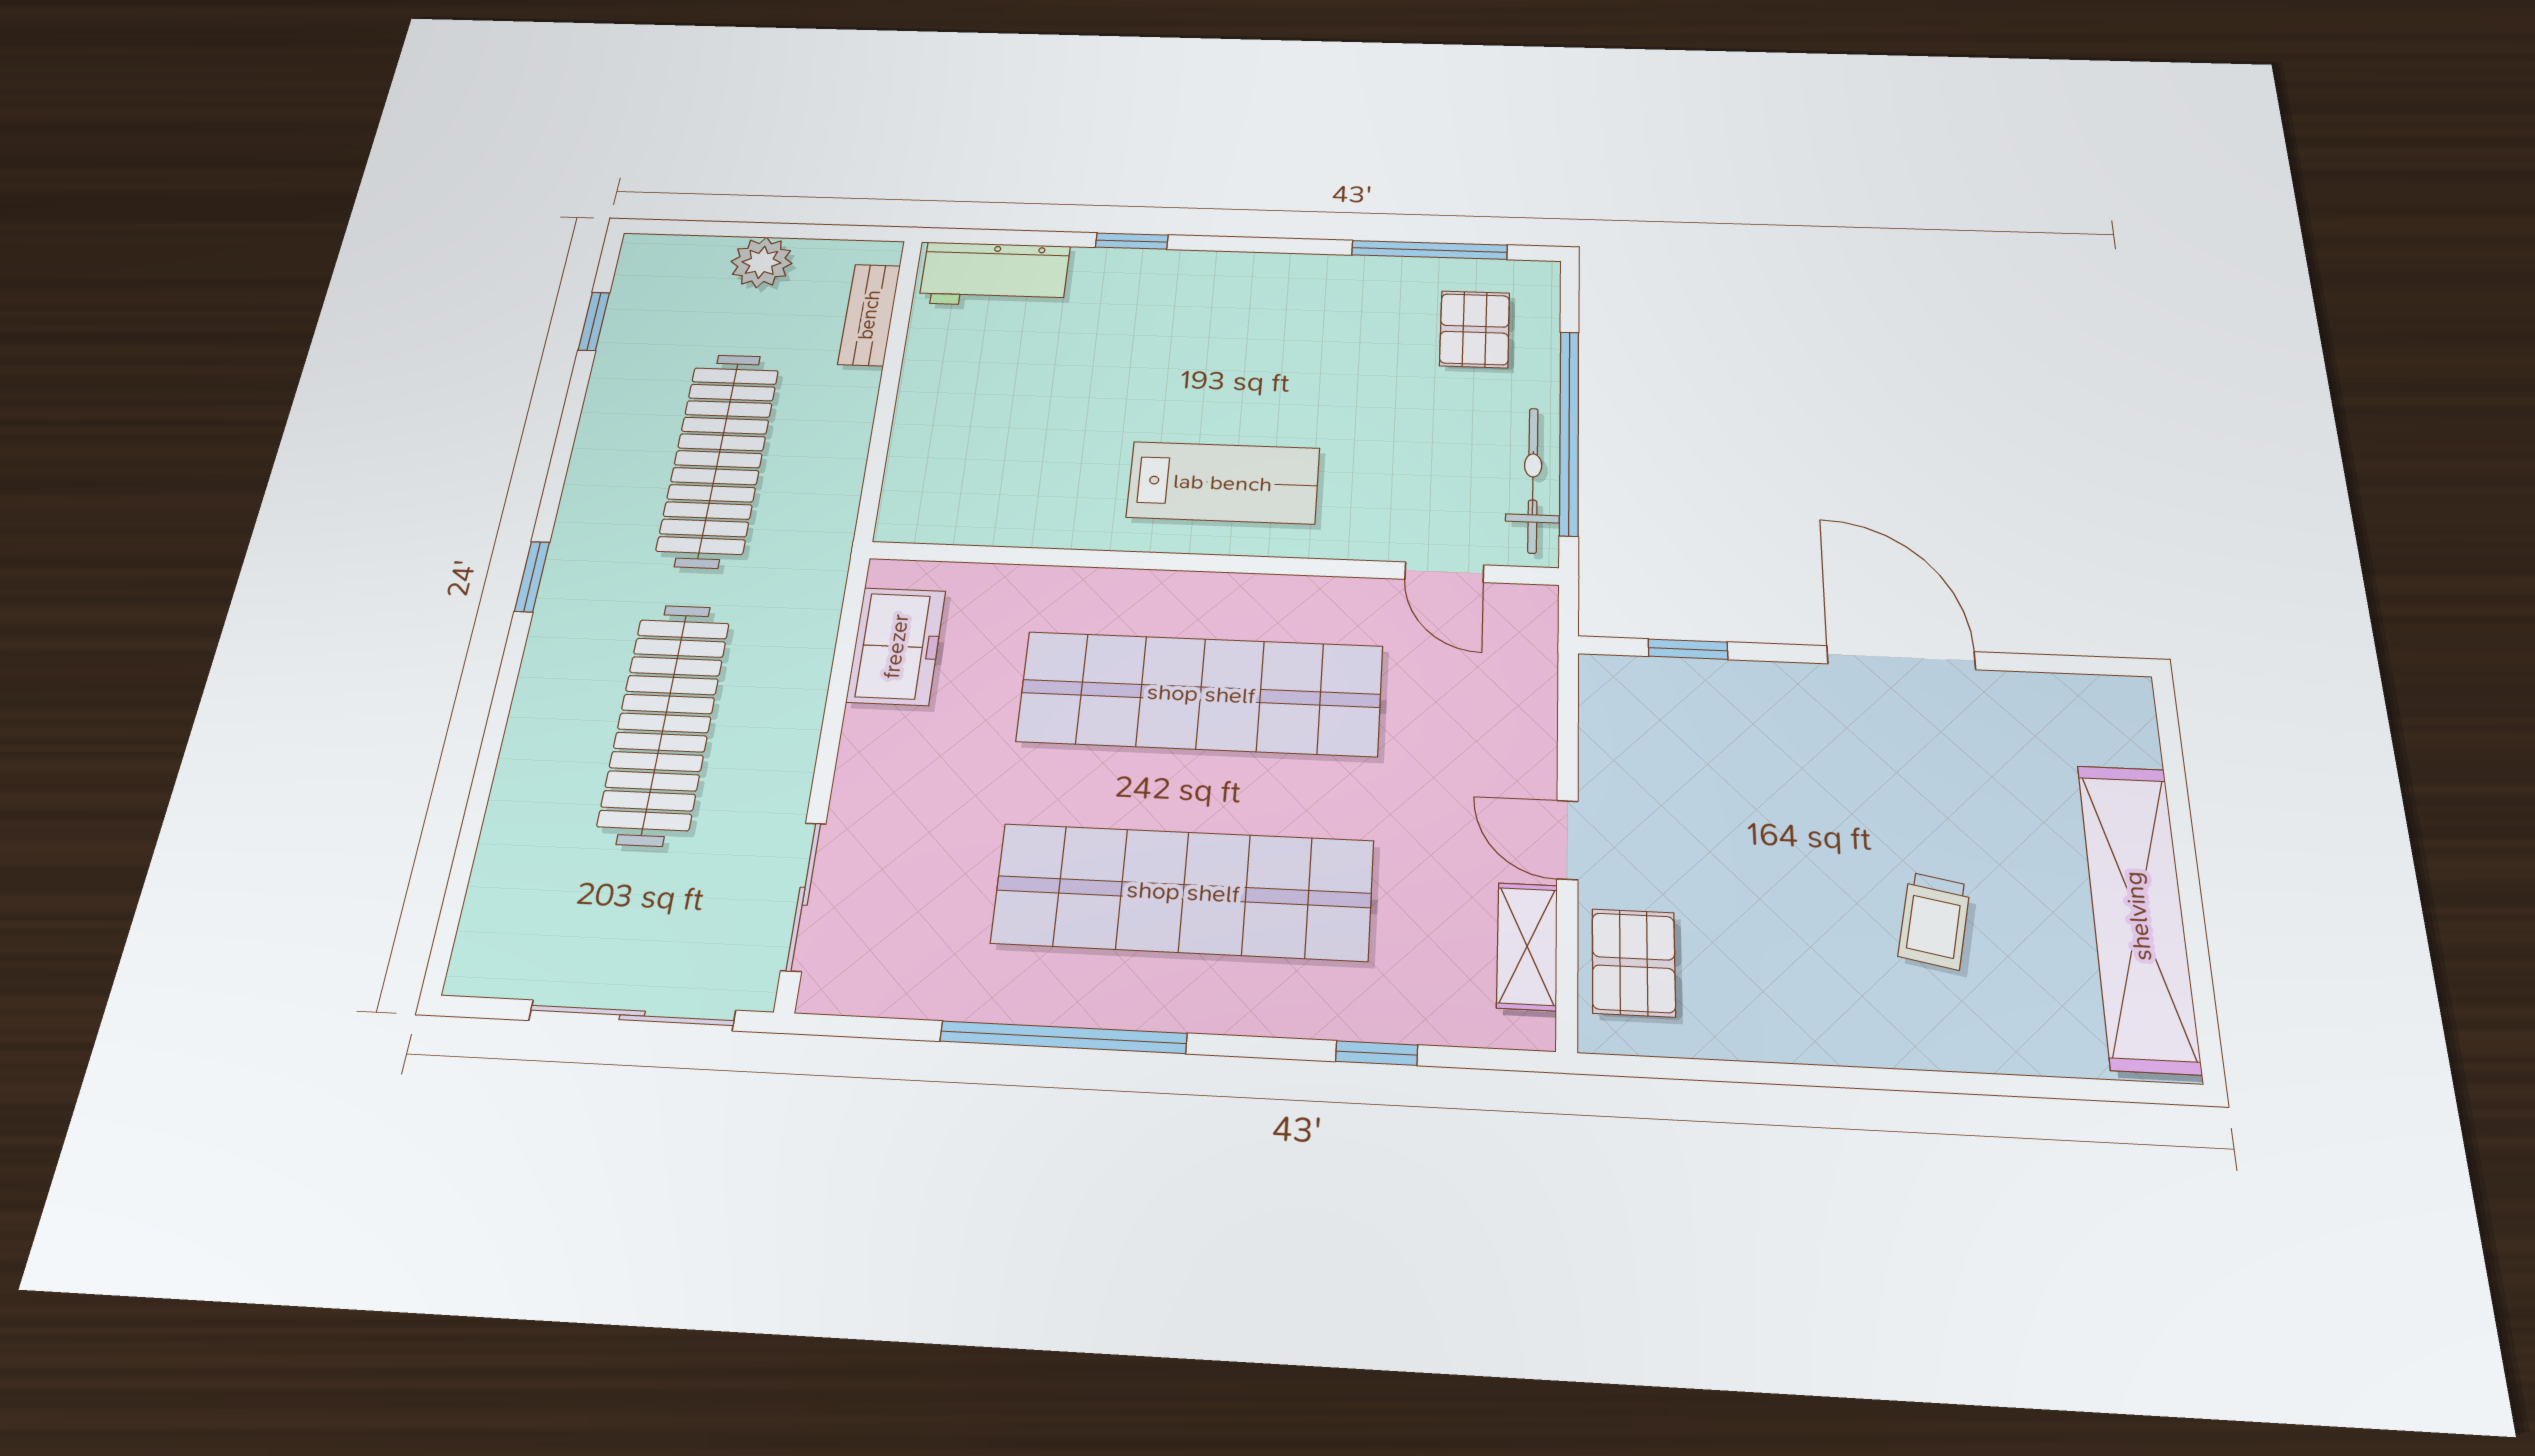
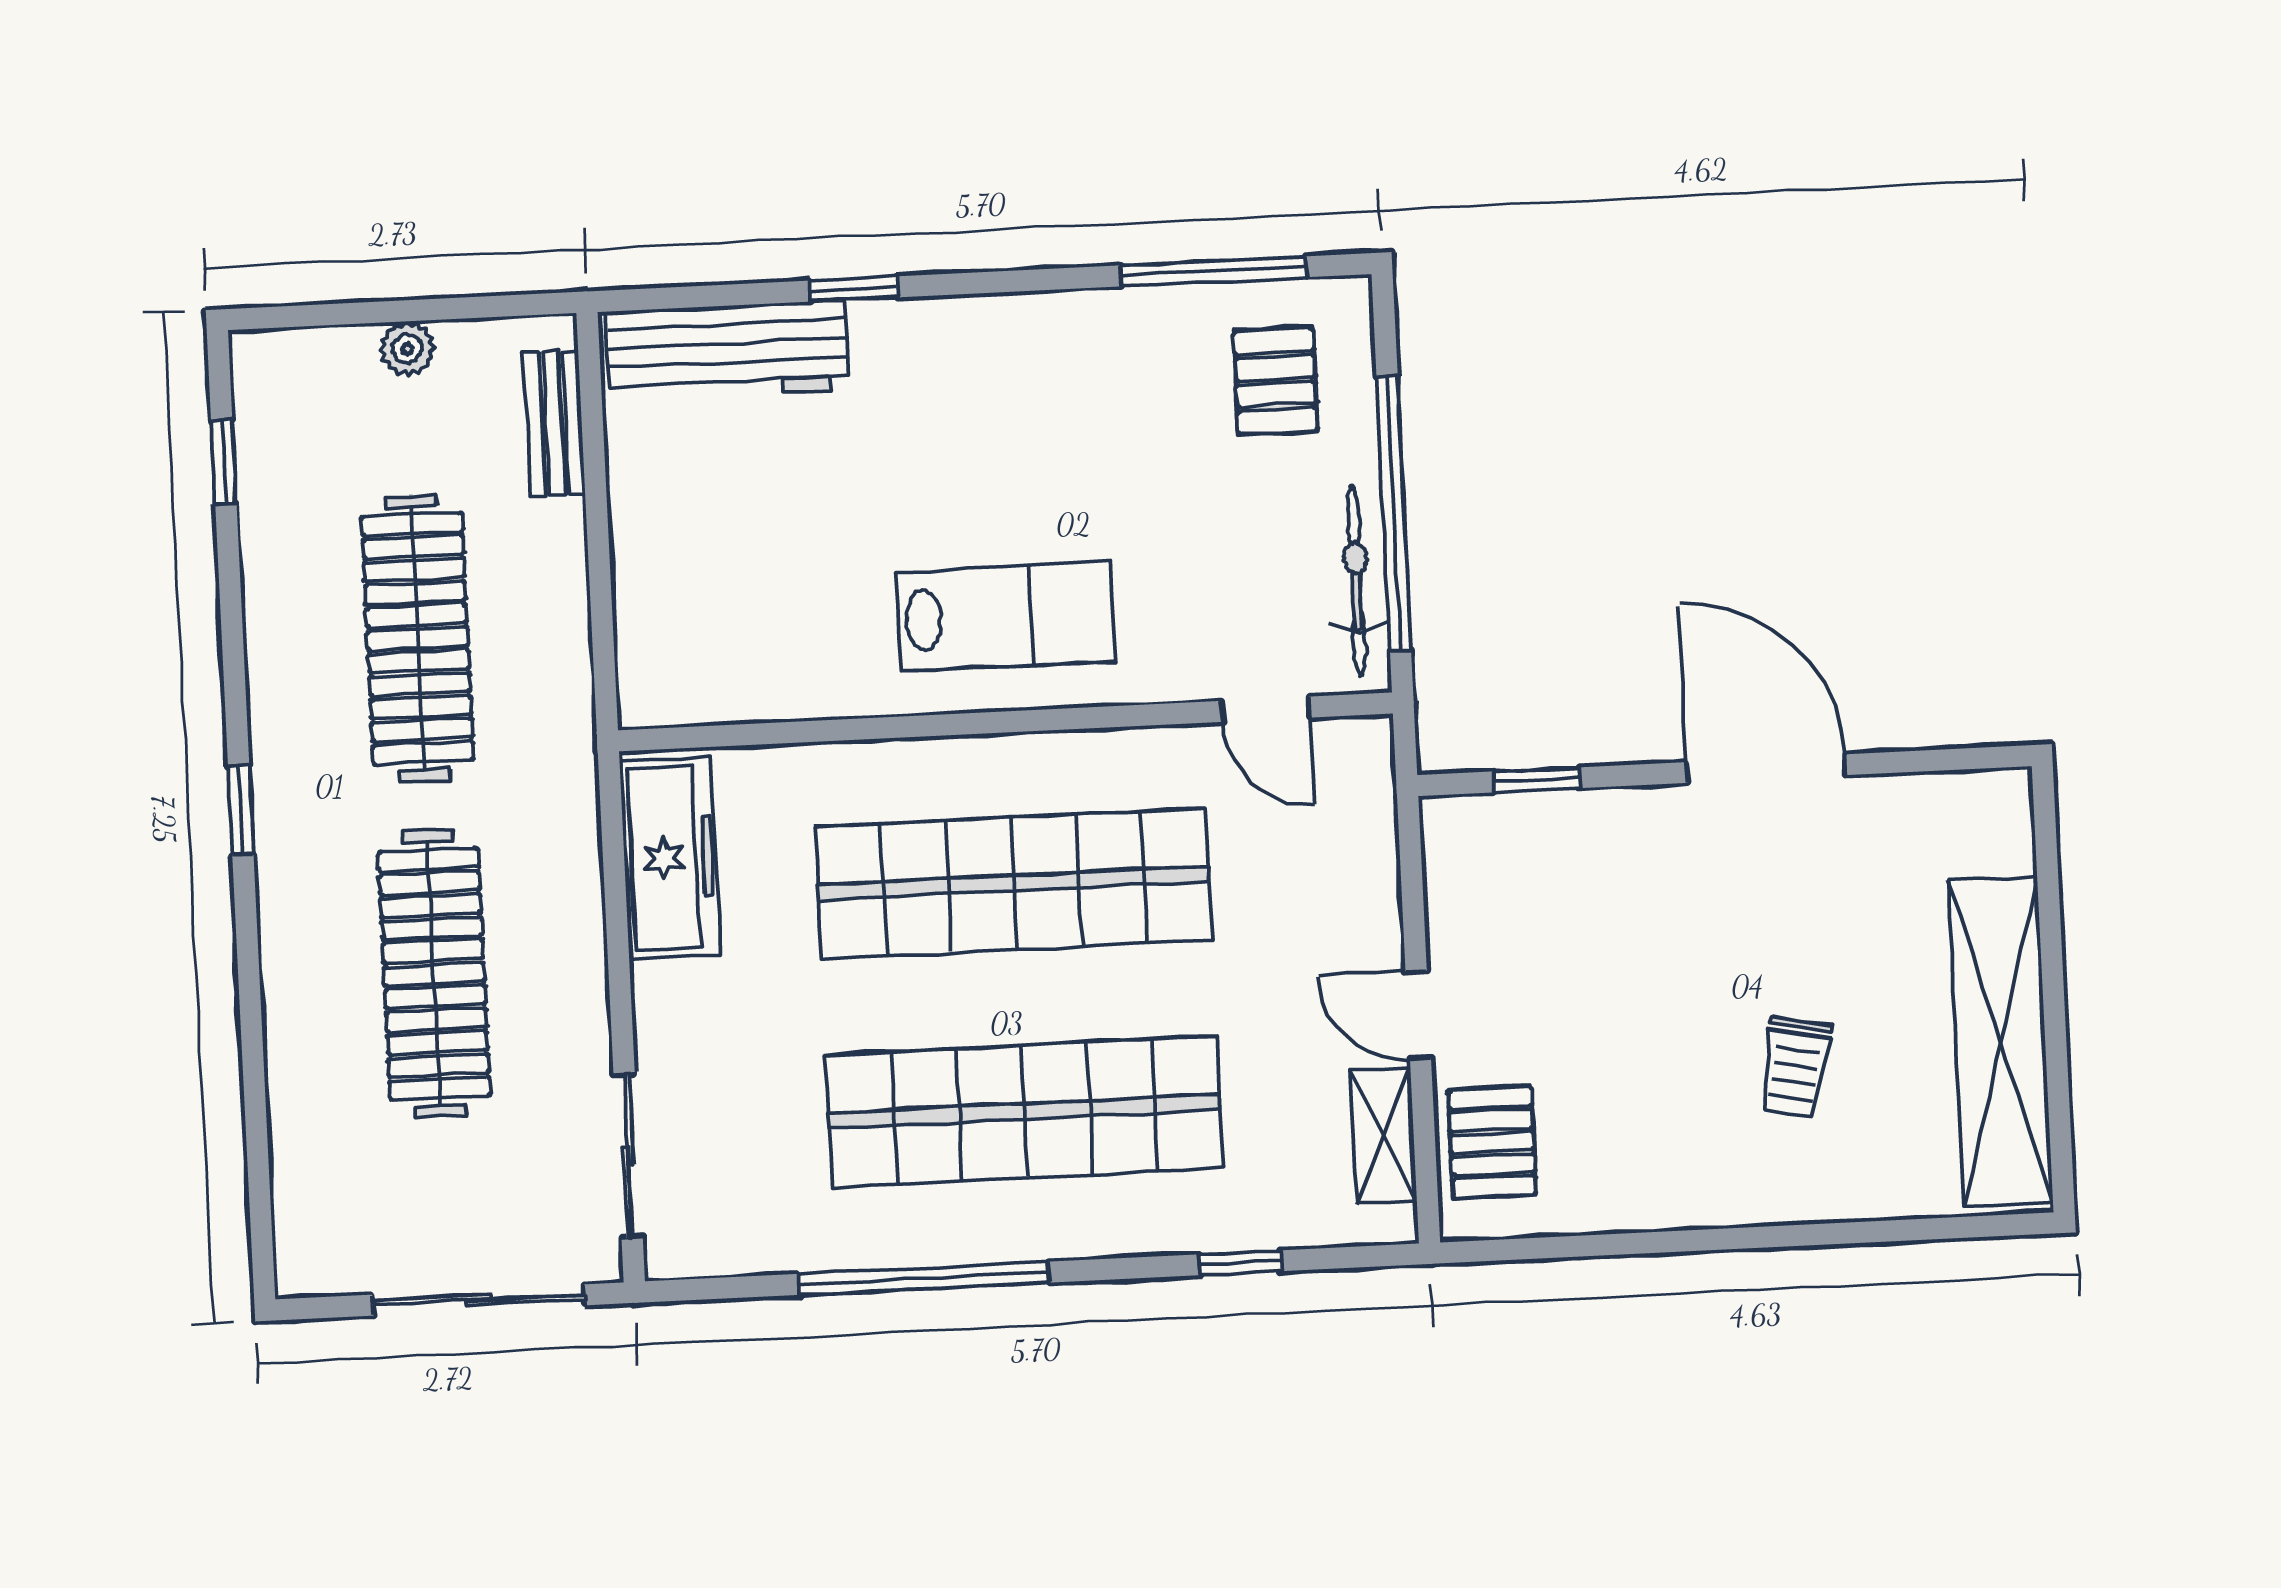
plant: (761, 262) -> (407, 349), width x0.73, depth x0.73
workbench: (995, 275) -> (727, 351), width x1.38
freezer: (896, 646) -> (670, 858), width x1.40

